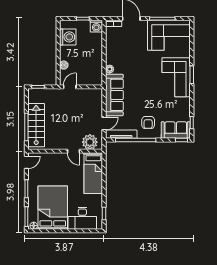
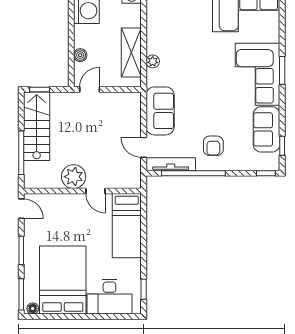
shelving: (96, 63) -> (131, 52), added
sofa: (114, 95) -> (160, 111), width x0.73
door: (104, 124) -> (144, 147), swing flipped
stairs: (36, 125) -> (37, 126), moved
sofa: (176, 130) -> (267, 129), moved, turned -90
plant: (90, 142) -> (74, 177), moved
door: (26, 162) -> (21, 209), hinge flipped

